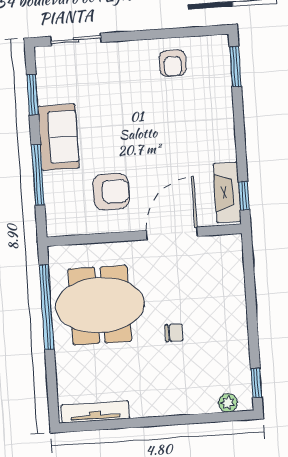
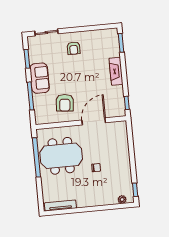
armchair: (173, 63) -> (74, 48), moved
armchair: (111, 192) -> (65, 103), turned 95
fireplace: (227, 192) -> (116, 71), moved

